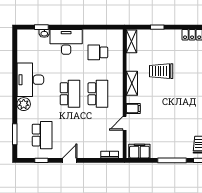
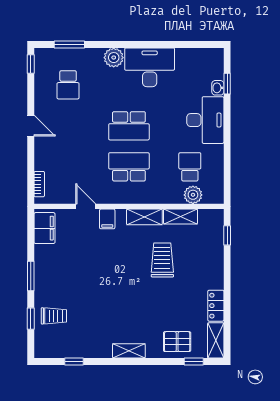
window: (157, 27) -> (227, 235), moved
shelving: (132, 41) -> (181, 216), moved
plant: (117, 50) -> (193, 195), added
school desk: (98, 94) -> (129, 167), turned 180
school desk: (42, 135) -> (68, 85), width x0.54
window: (41, 160) -> (31, 64), moved
window: (172, 160) -> (31, 276), width x0.69

